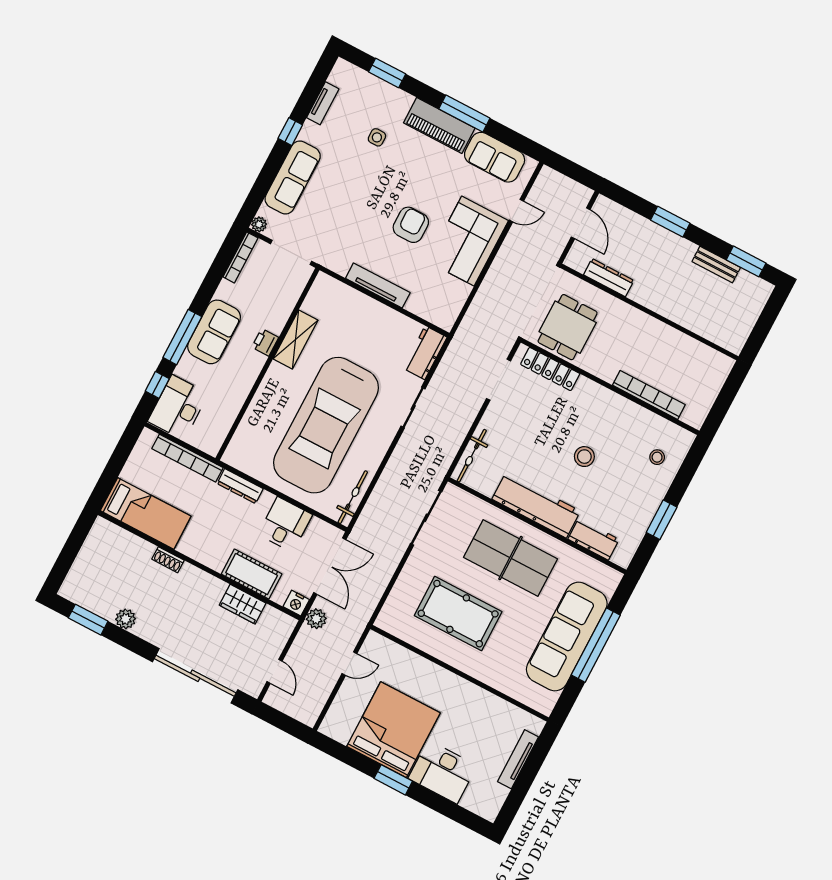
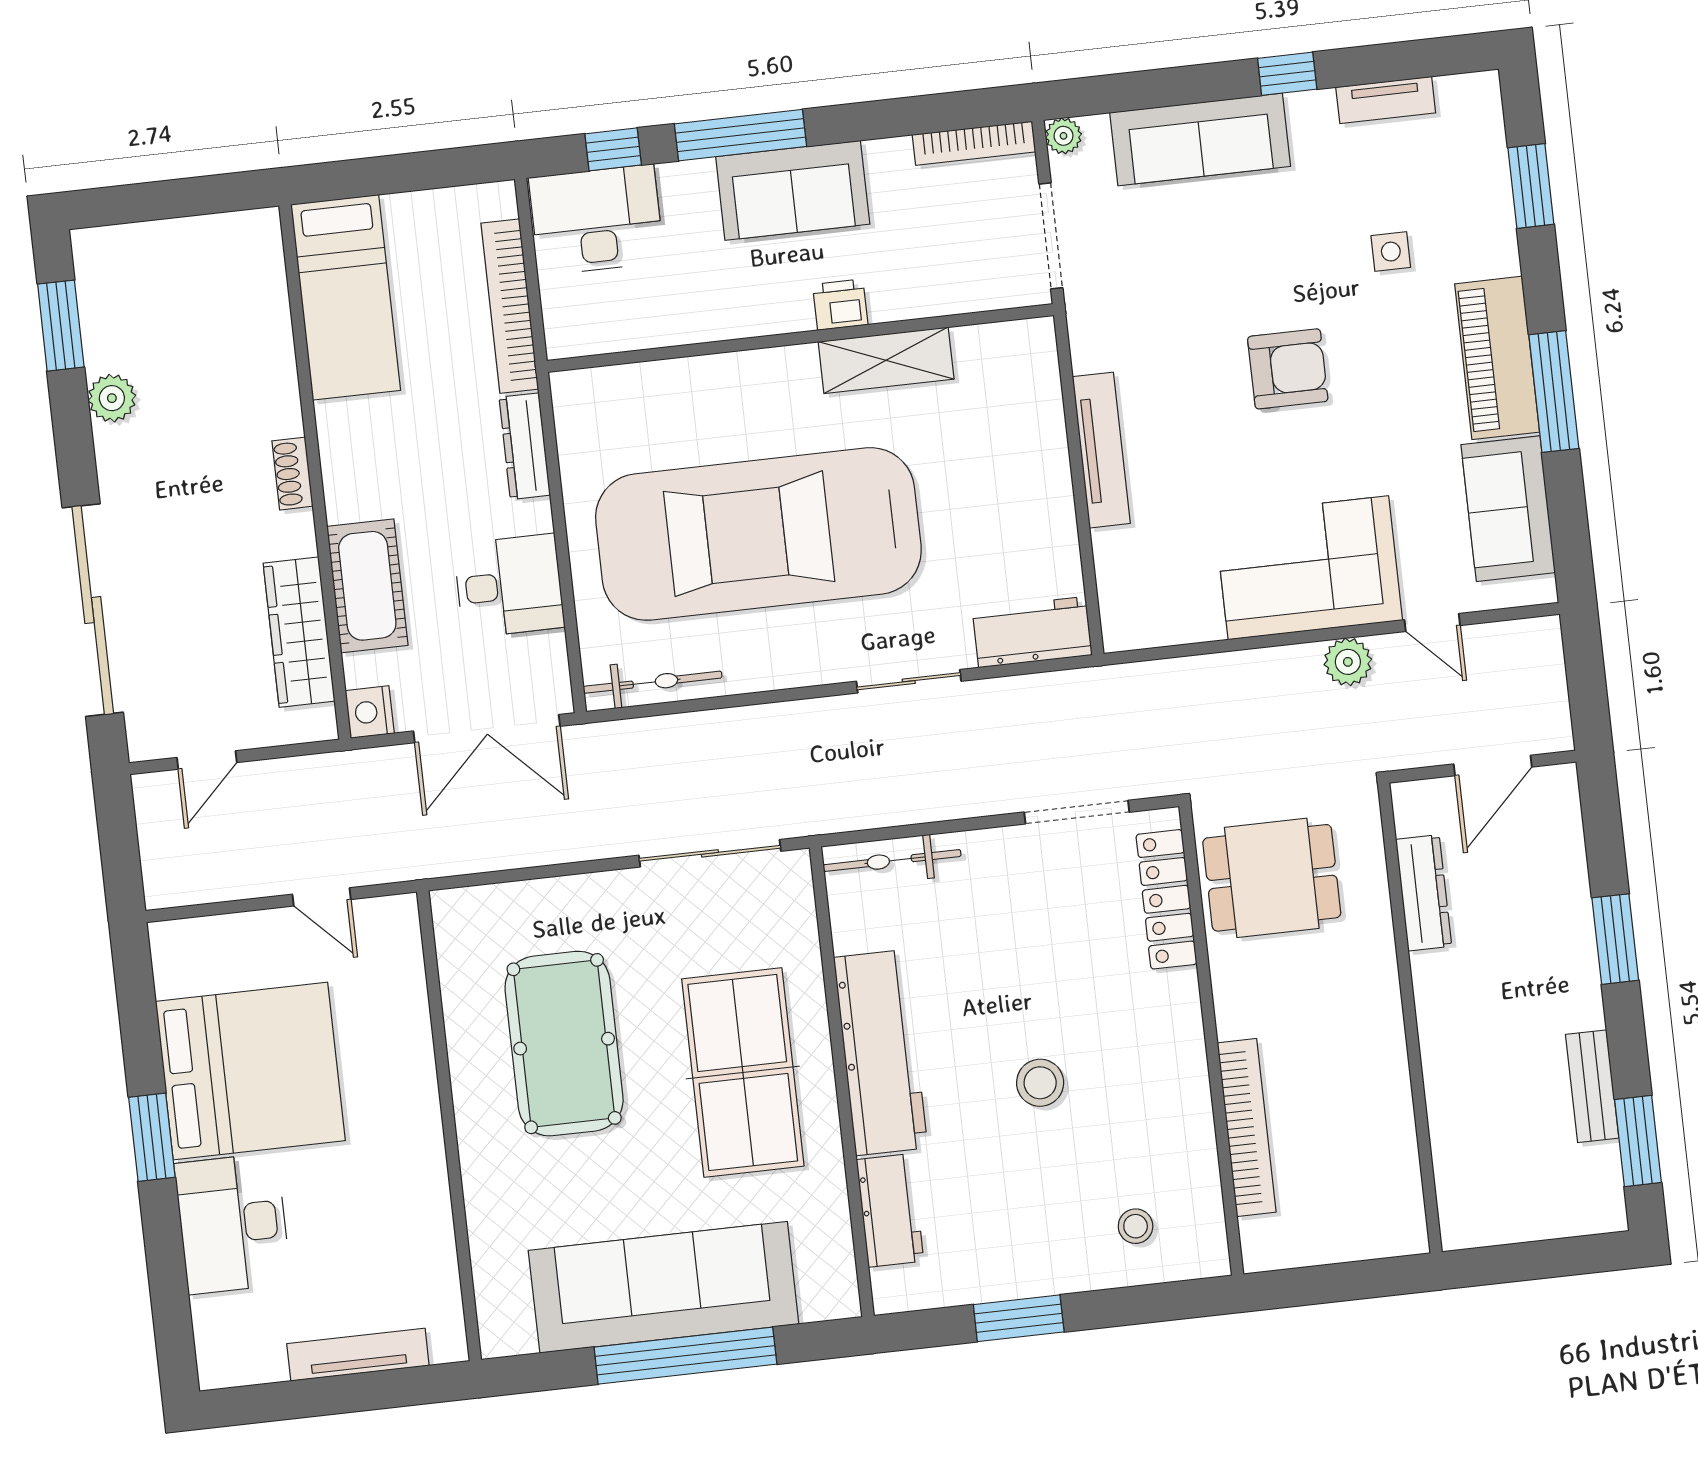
armchair: (411, 225) -> (1288, 369), moved
shoe rack: (168, 560) -> (292, 474), moved
wardrobe: (243, 604) -> (299, 632), width x1.50
plant: (316, 619) -> (1348, 662), moved

